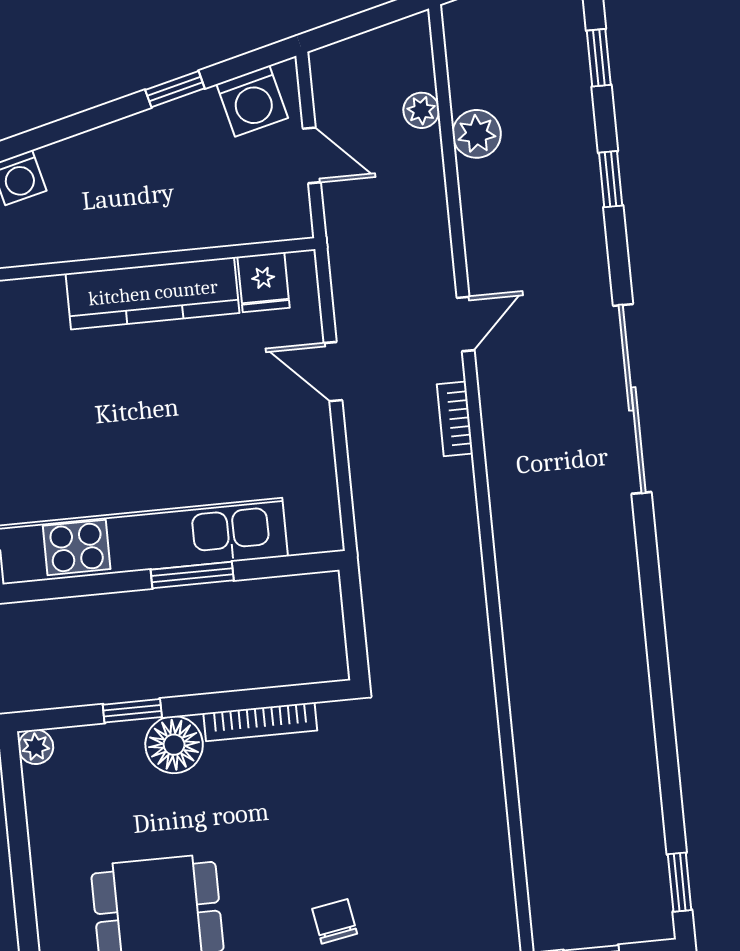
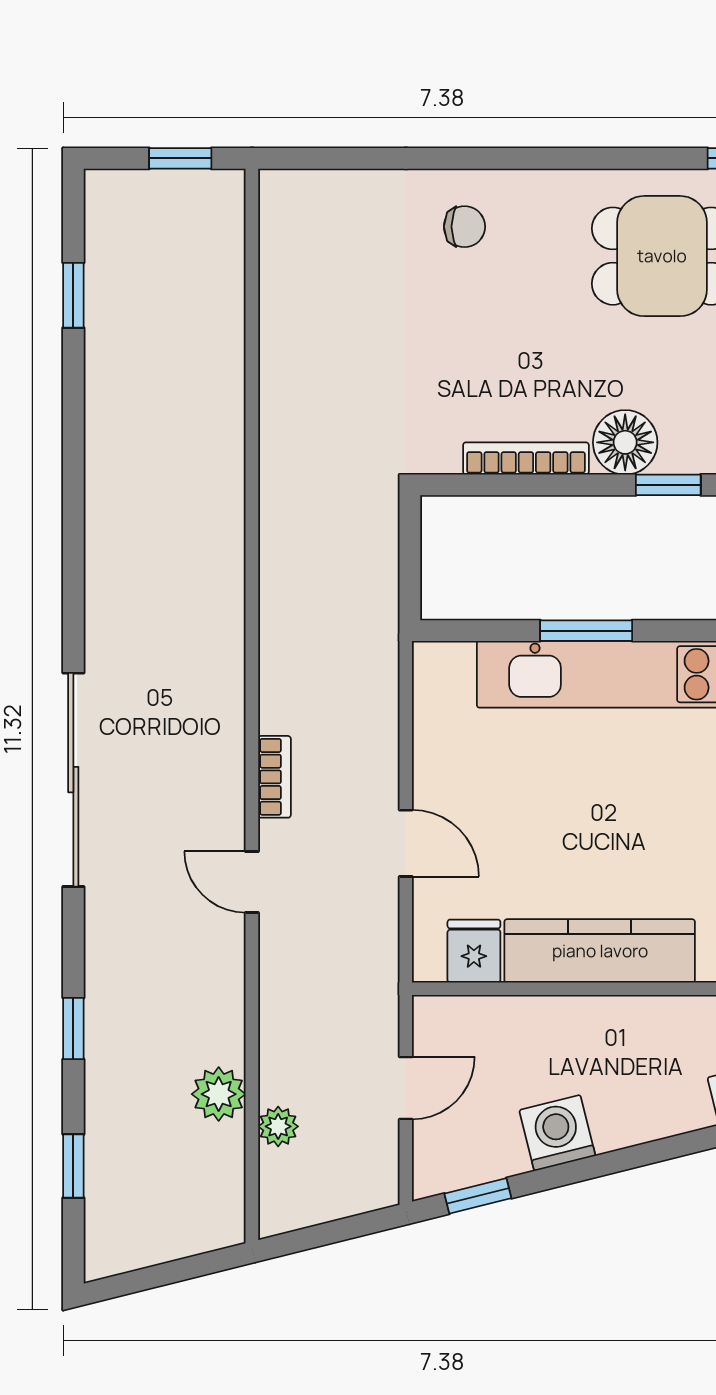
window: (175, 89) -> (478, 1196), moved
washing machine: (252, 101) -> (557, 1133), moved
door: (312, 155) -> (406, 1088), swing flipped
door: (466, 324) -> (252, 882), hinge flipped
window: (680, 882) -> (73, 295), moved
chair: (335, 921) -> (464, 227), turned -80

